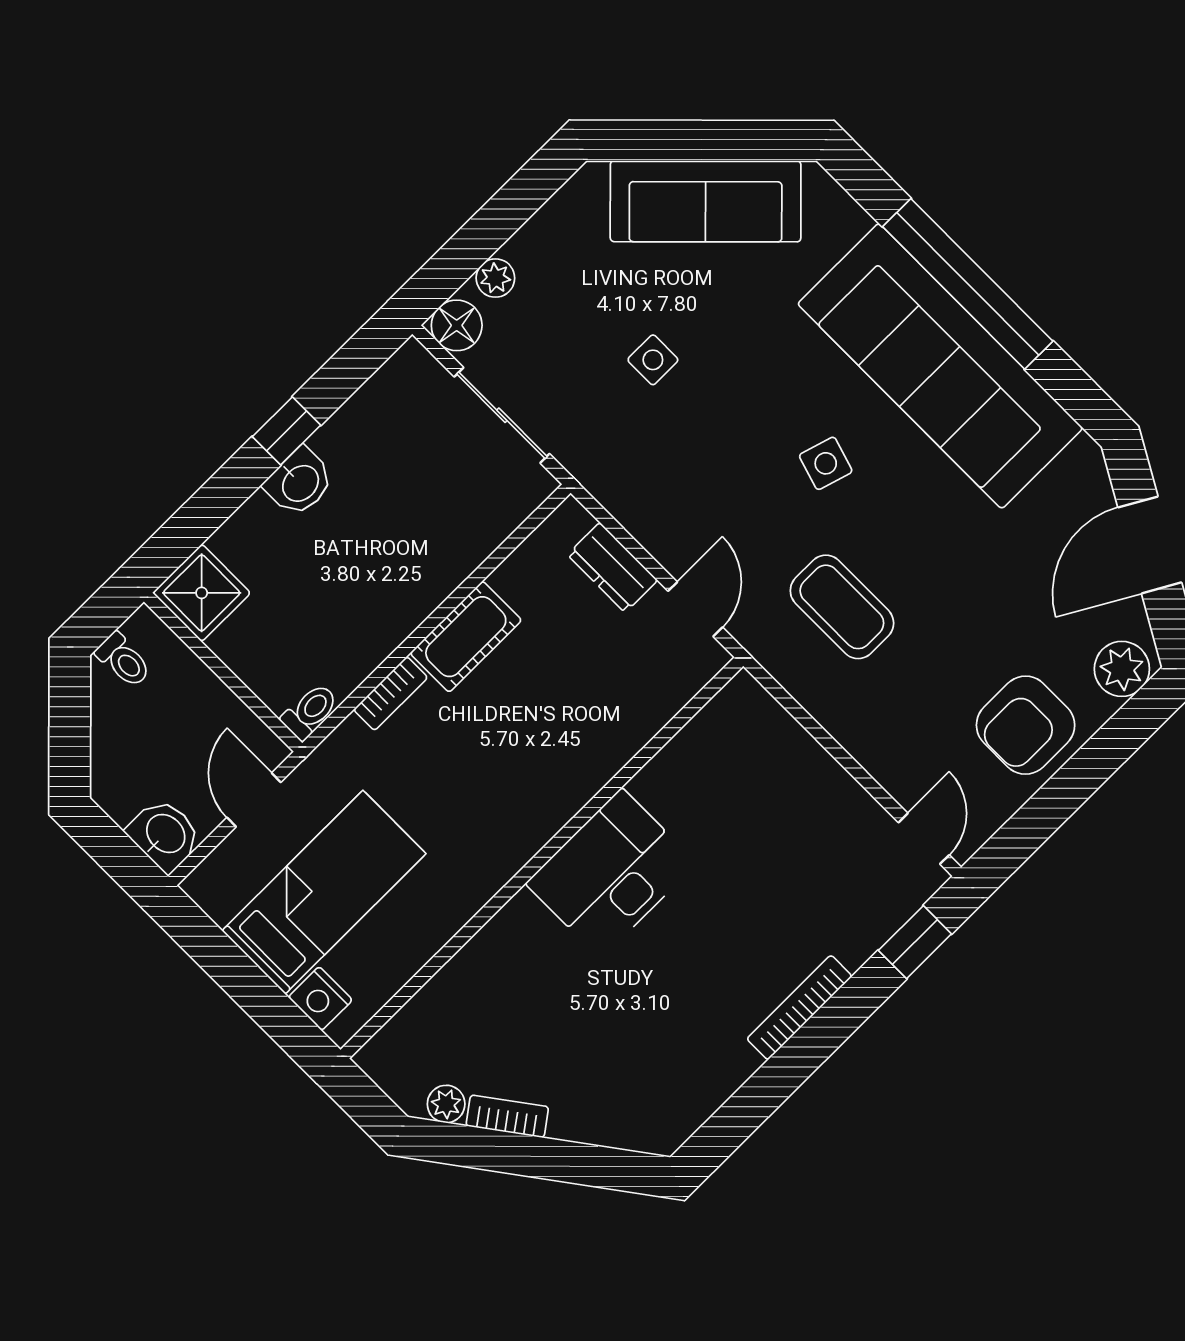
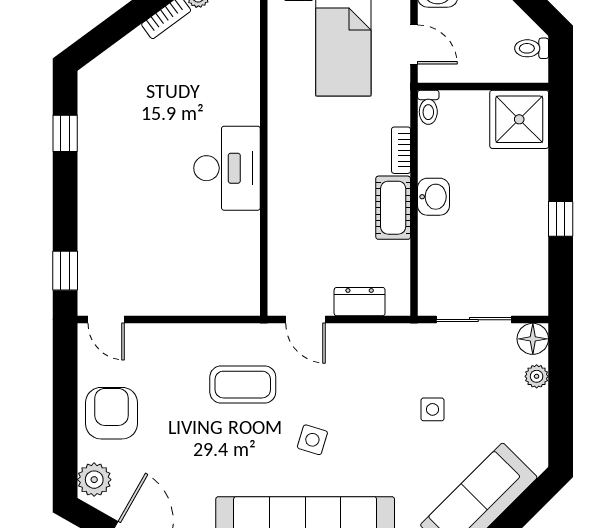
washbasin: (299, 482) -> (433, 197), moved, turned 180
shower: (202, 593) -> (519, 119), width x1.36, depth x1.36
bookcase: (799, 1007) -> (87, 192), removed
window: (757, 1100) -> (65, 133), added

